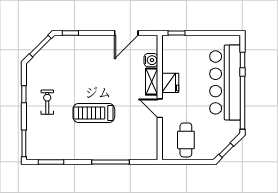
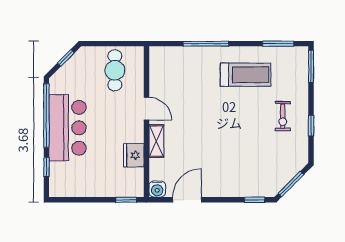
water cooler: (151, 60) -> (157, 189), moved, turned -90
bar counter: (225, 82) -> (67, 128), width x0.73
fridge: (170, 83) -> (134, 155), moved
treadmill: (94, 113) -> (246, 75), moved

